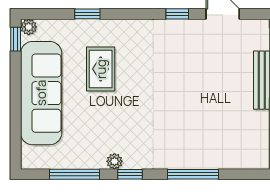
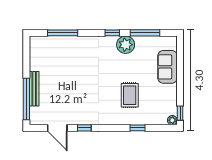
sofa: (41, 93) -> (168, 67), width x0.54, depth x0.79
plant: (114, 161) -> (126, 45), width x1.87, depth x1.87
window: (193, 174) -> (63, 33), moved

